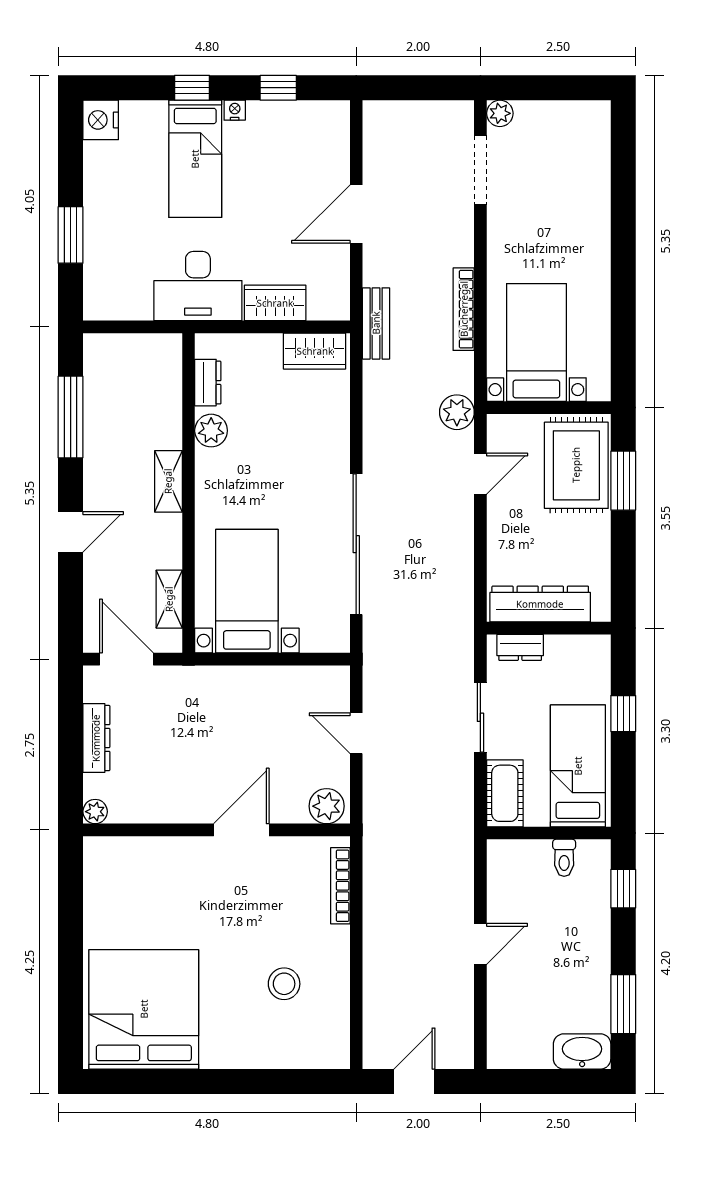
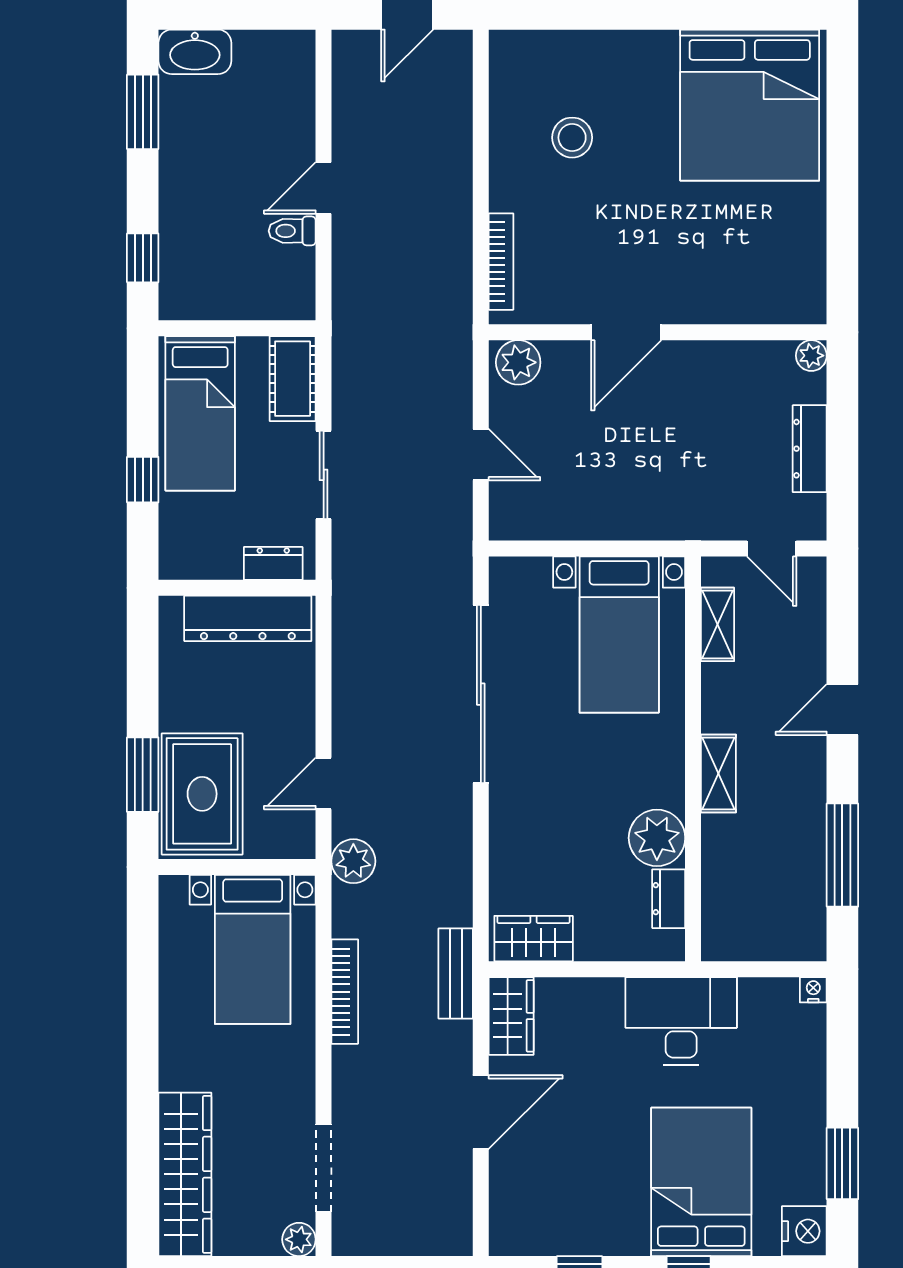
nightstand: (235, 110) -> (813, 990), moved, turned 180
bed: (195, 159) -> (701, 1182), width x1.50
wardrobe: (590, 165) -> (185, 1174), added
window: (71, 235) -> (842, 1163), moved
wardrobe: (275, 303) -> (511, 1016), moved, turned -90
plant: (211, 431) -> (657, 838), width x1.36, depth x1.36
door: (126, 659) -> (772, 549), width x0.73
toilet: (564, 858) -> (292, 231), moved, turned -90

